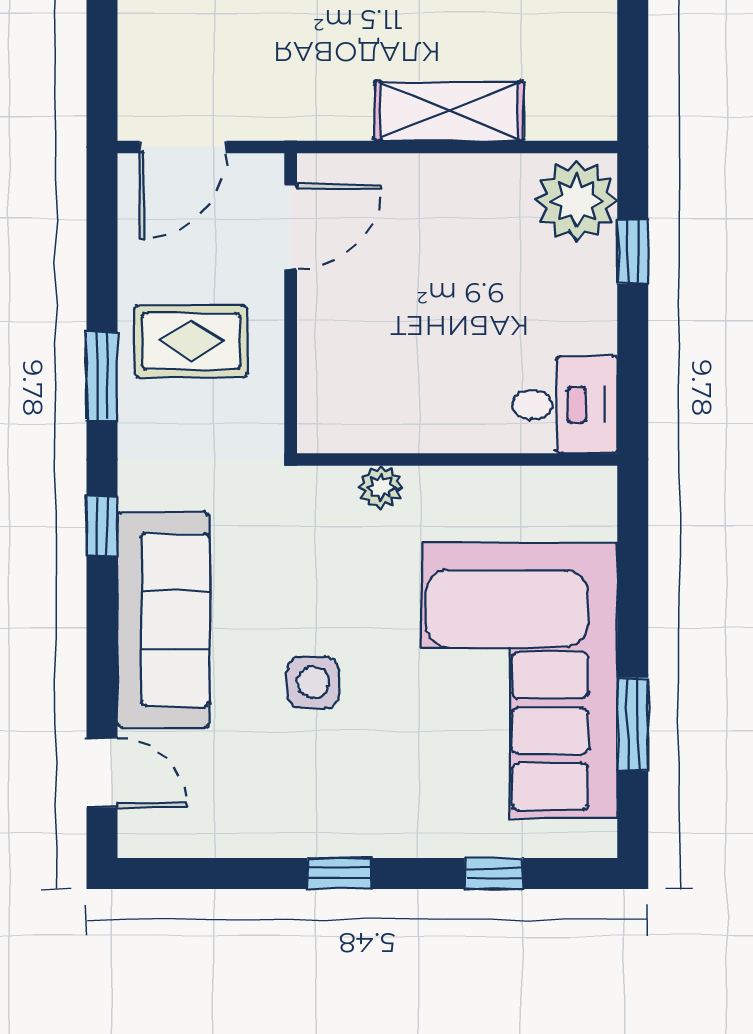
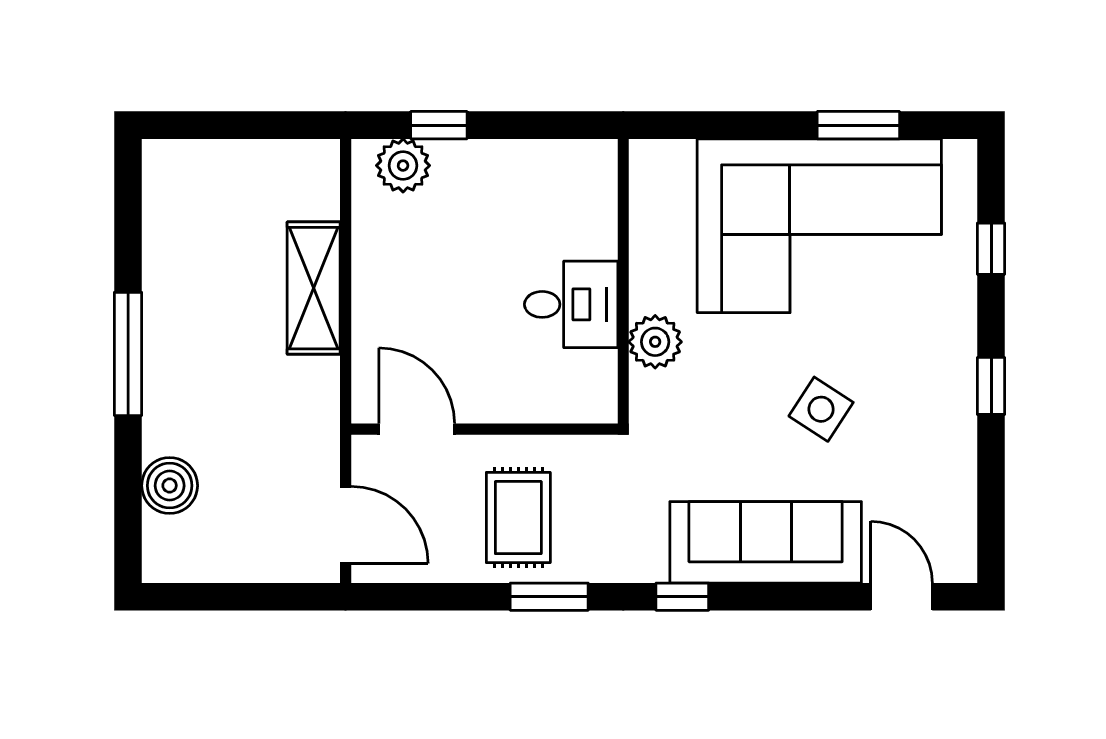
plant: (576, 201) -> (403, 166), width x0.73, depth x0.73
desk: (565, 405) -> (571, 304), moved, turned 90
plant: (381, 487) -> (655, 342), width x1.38, depth x1.38
side table: (313, 682) -> (821, 409), turned 33
door: (102, 773) -> (902, 597), hinge flipped

